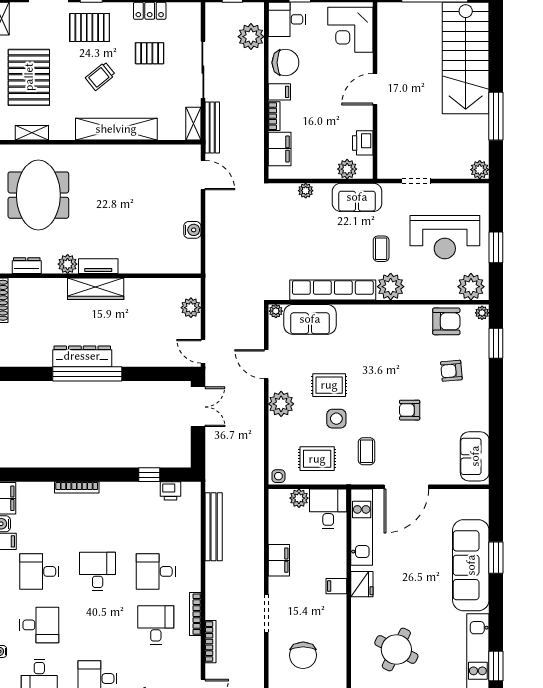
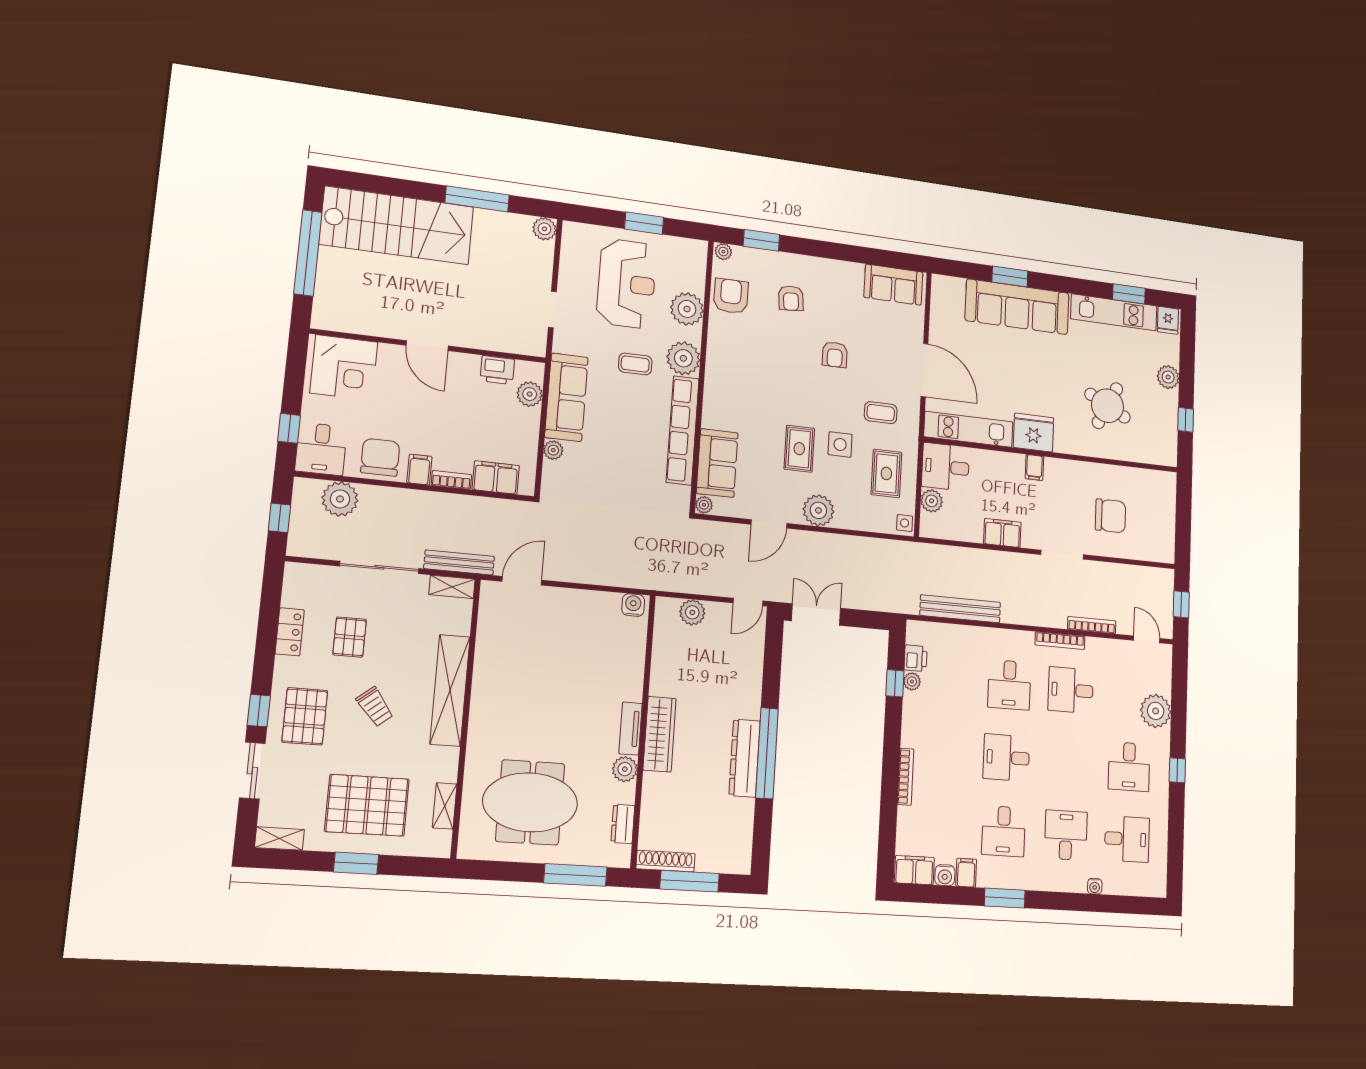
sofa: (357, 197) -> (566, 397), width x1.36
water cooler: (192, 230) -> (633, 605), moved
plant: (471, 287) -> (687, 309), moved
plant: (152, 489) -> (912, 681), added
fridge: (362, 584) -> (1034, 433), width x1.36, depth x1.34

